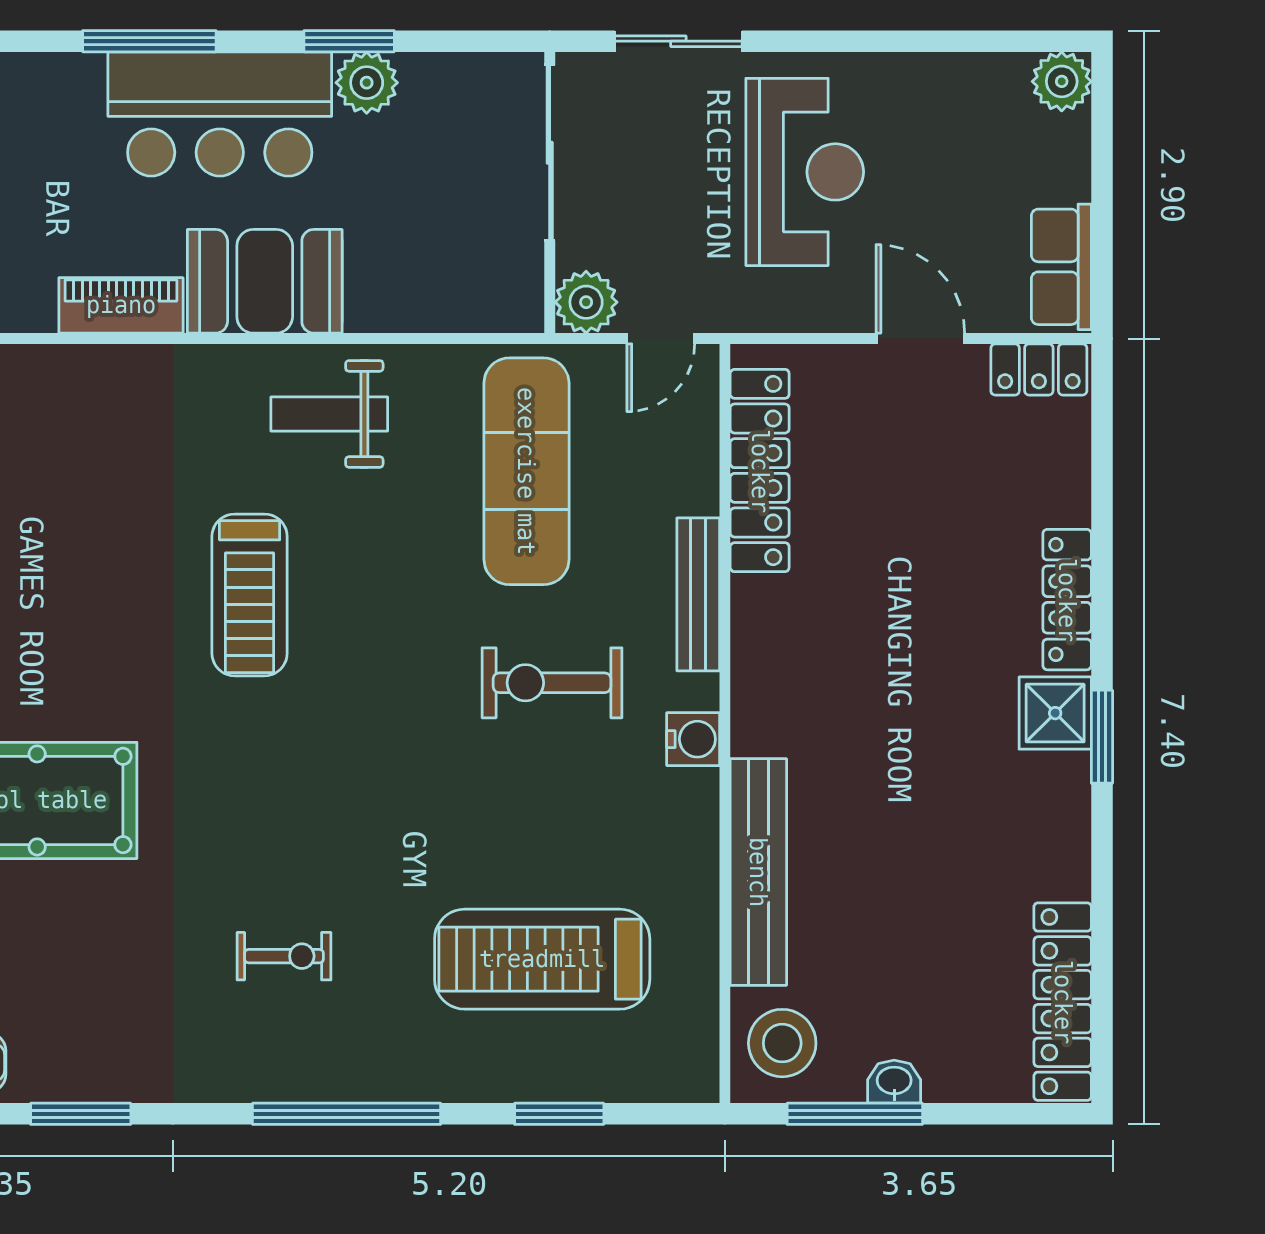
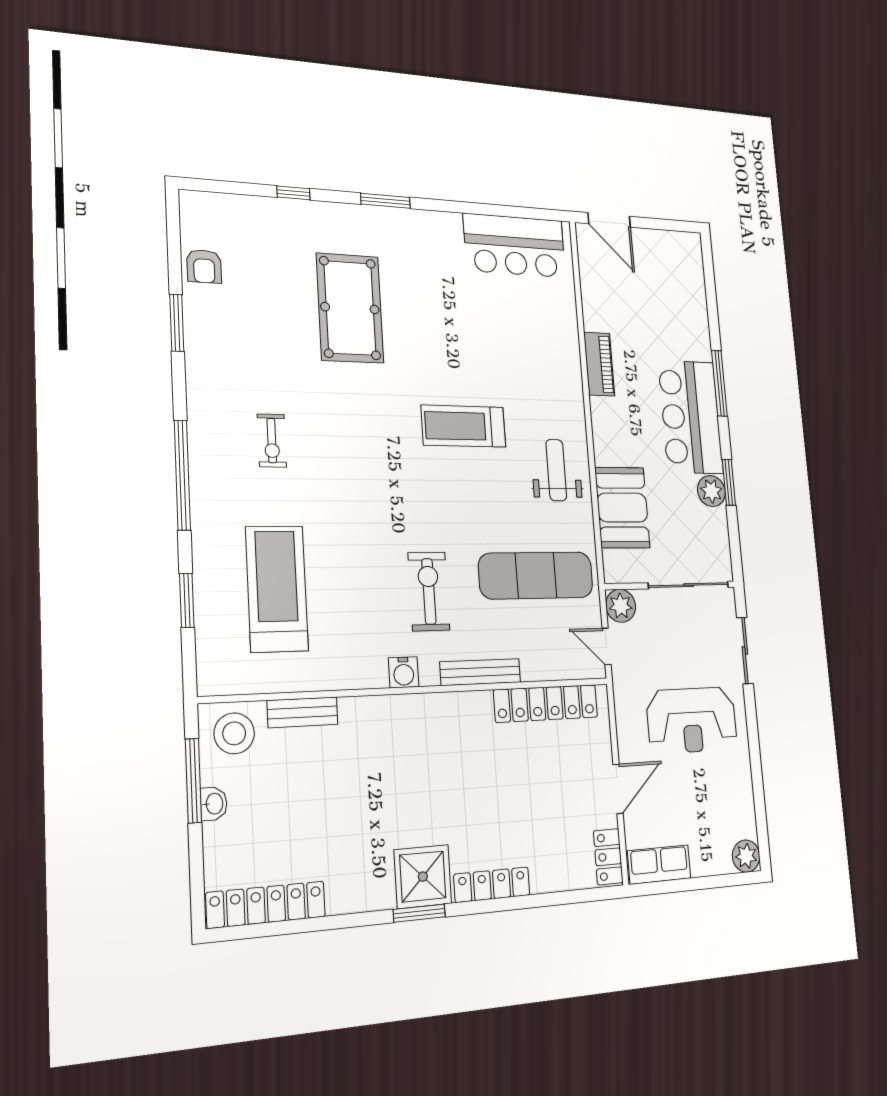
booth: (265, 281) -> (622, 508), moved
shower: (1055, 713) -> (423, 877), width x1.36, depth x1.36
bench: (758, 872) -> (303, 712), width x0.54, depth x0.82

